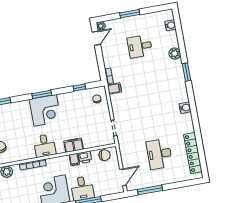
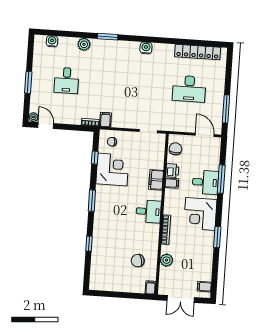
corner desk: (45, 110) -> (112, 169), moved

